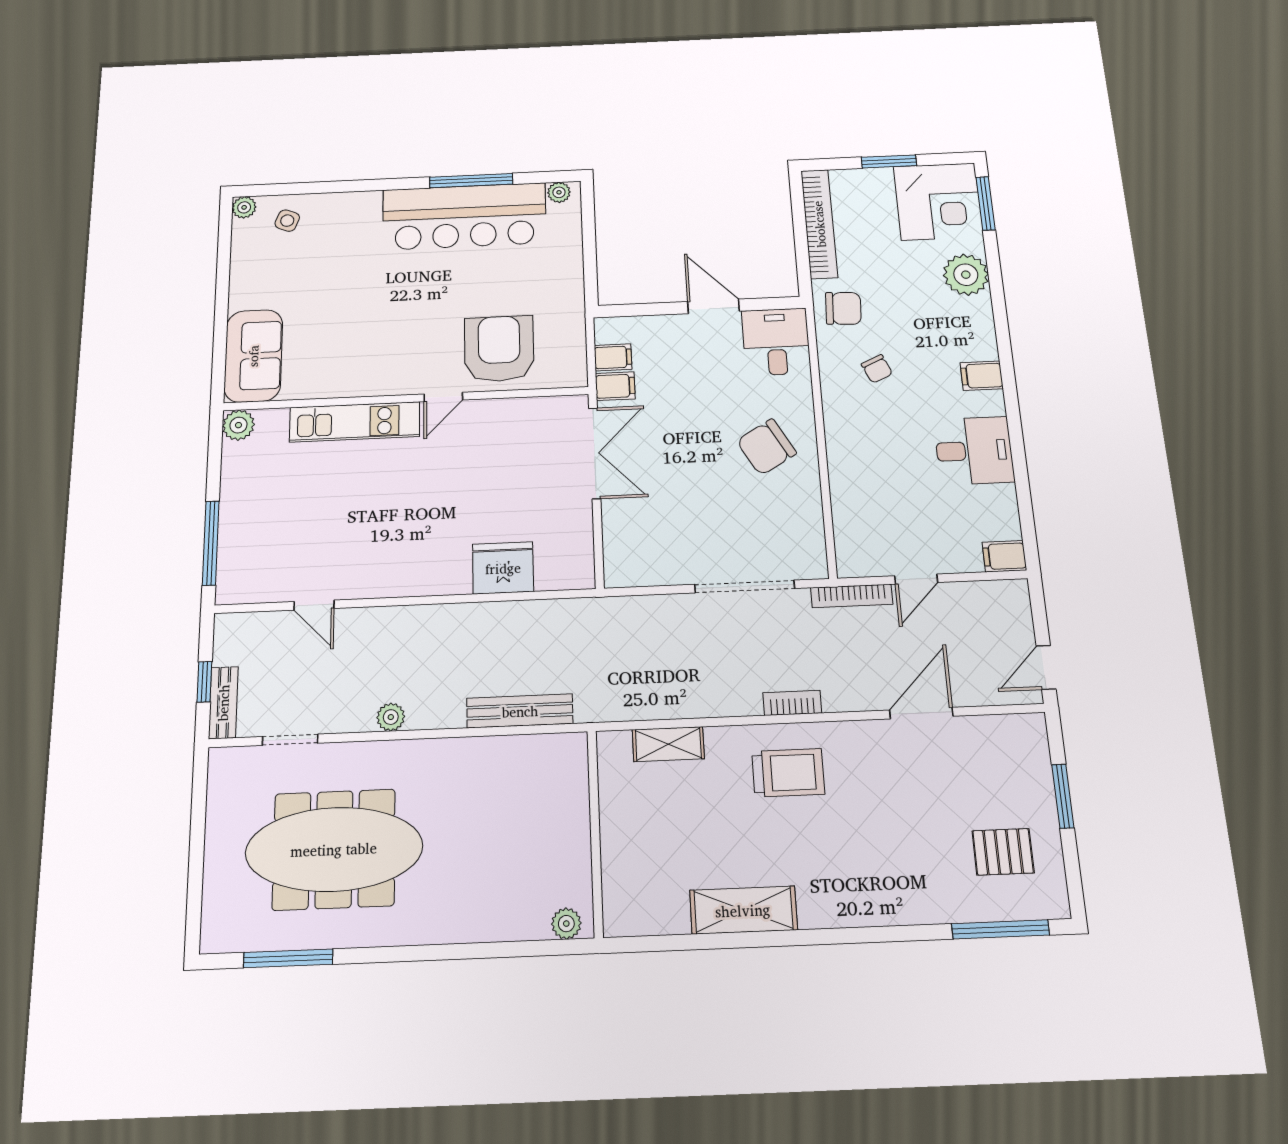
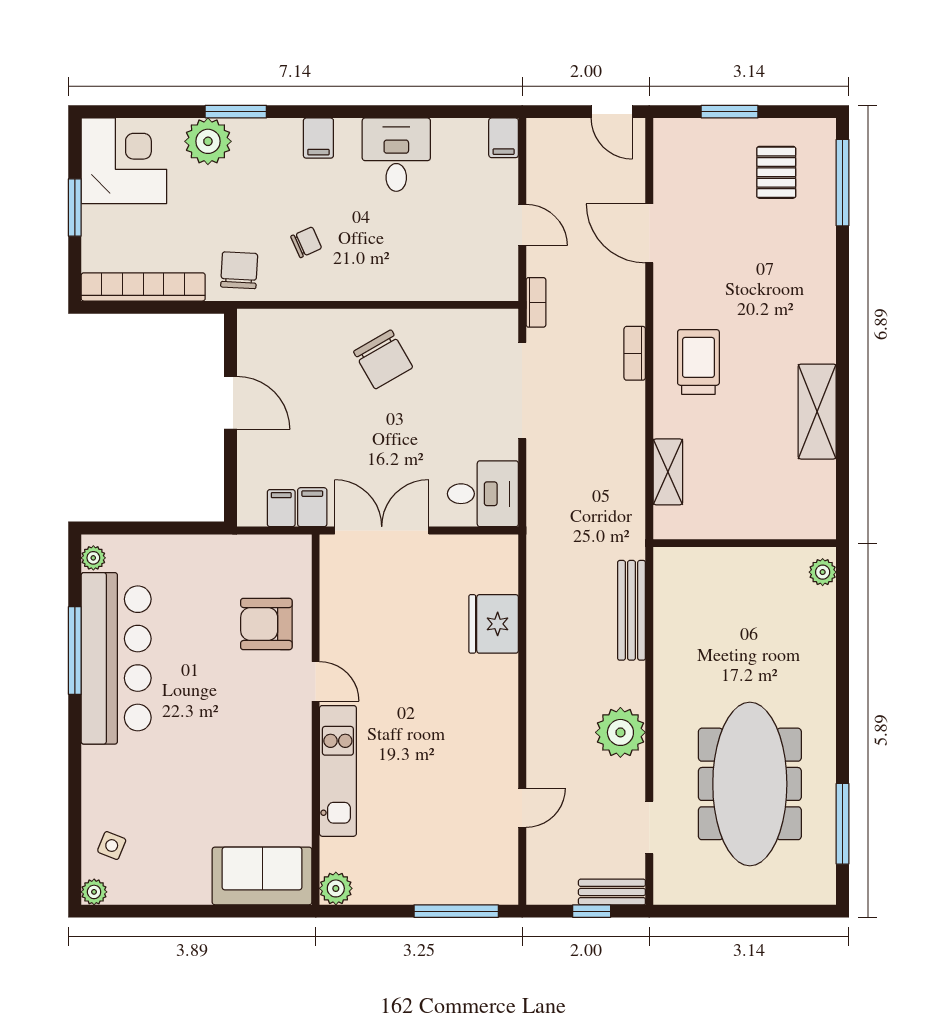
window: (986, 203) -> (236, 112), moved
door: (713, 306) -> (230, 403), swing flipped
desk: (776, 342) -> (483, 494), moved, turned 180
armchair: (499, 349) -> (266, 624), width x0.73, depth x0.73
bookcase: (852, 596) -> (536, 302), width x0.64
plant: (391, 717) -> (620, 732), width x1.88, depth x1.88

